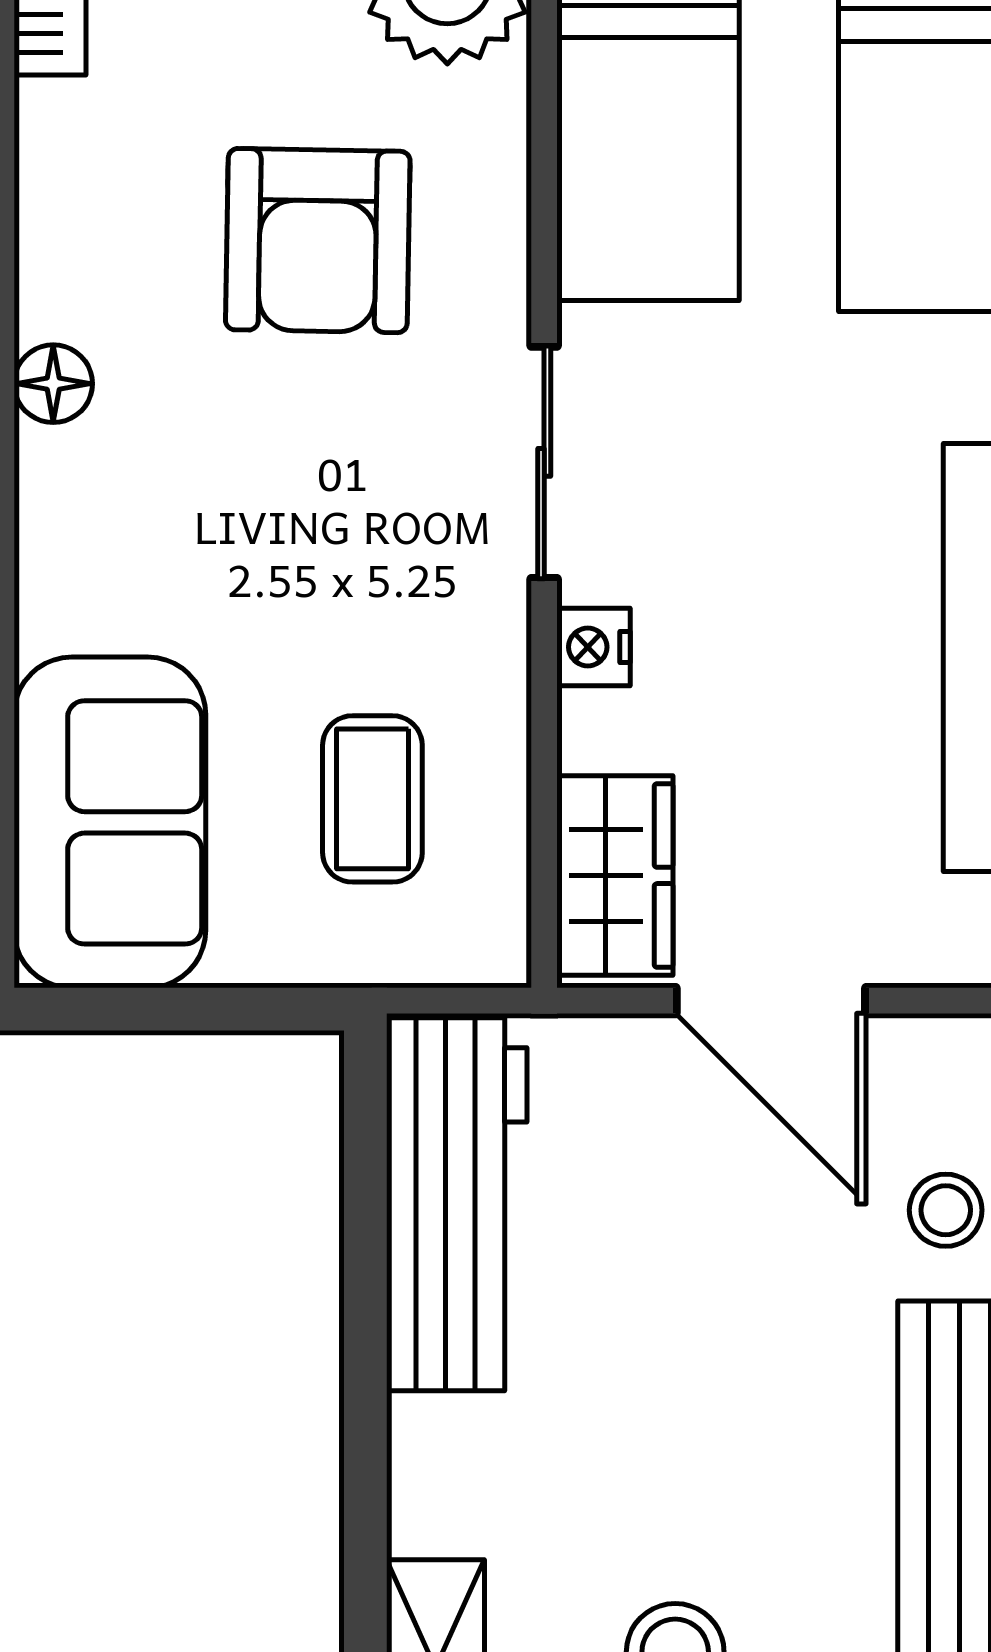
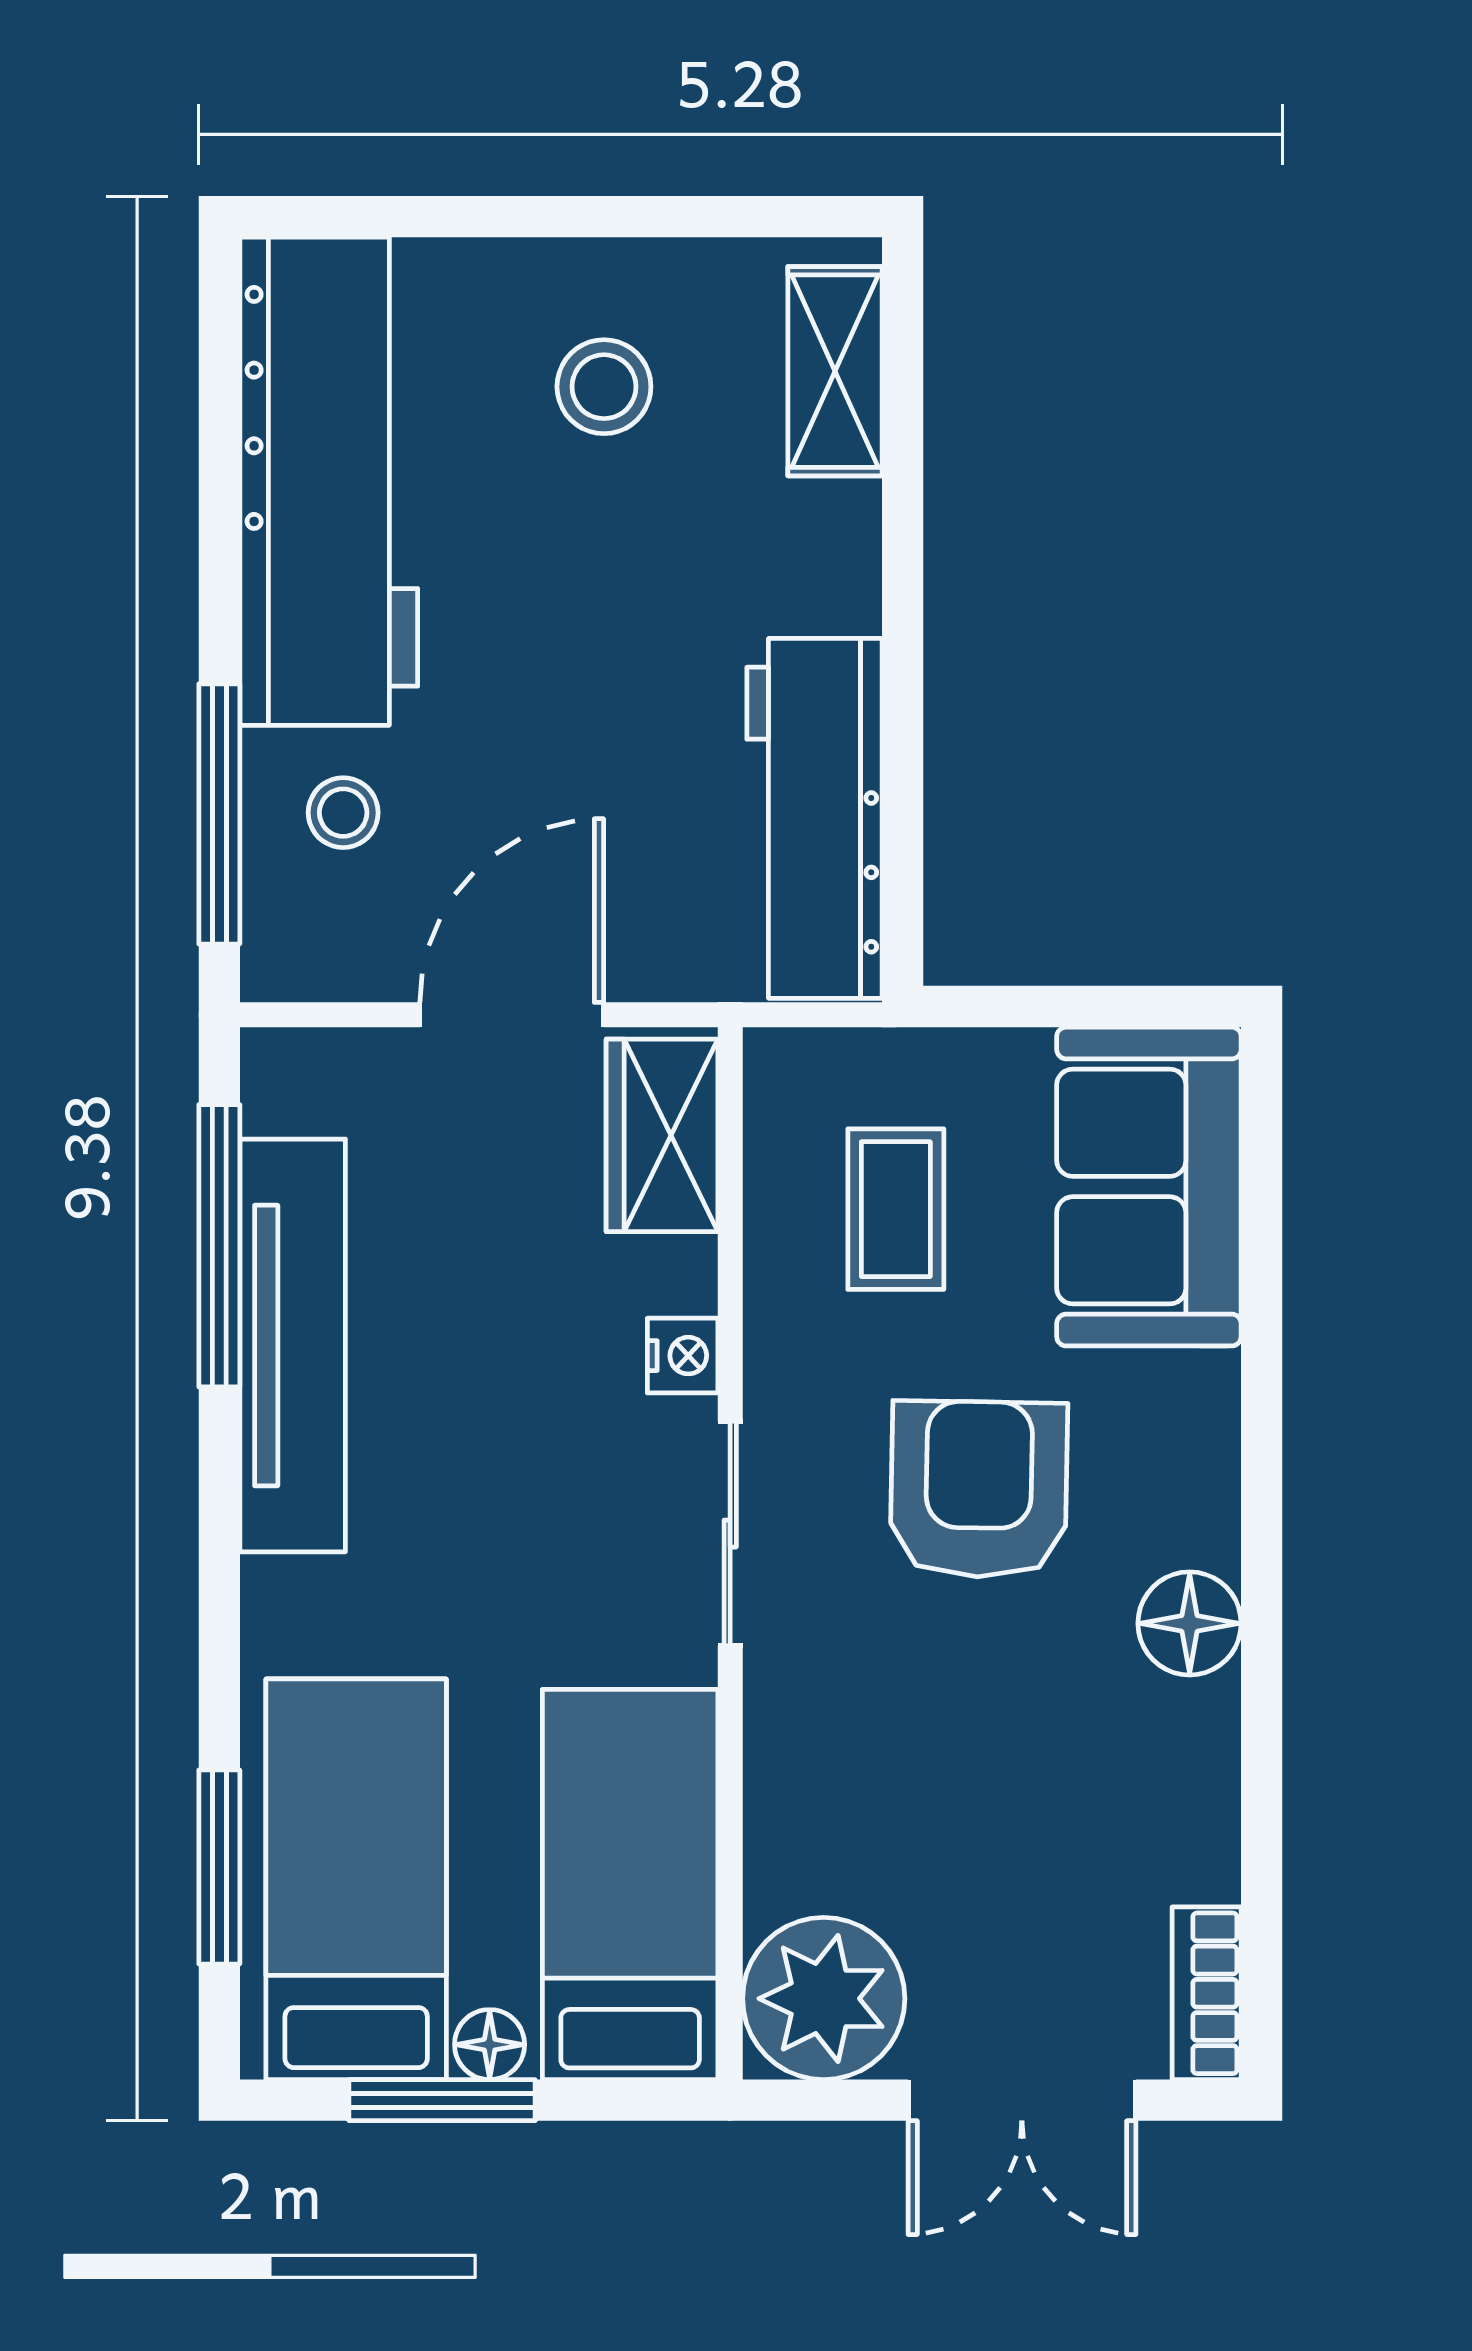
armchair: (318, 241) -> (979, 1489), moved
floor lamp: (53, 384) -> (1190, 1623), width x1.37, depth x1.37
door: (771, 1001) -> (512, 1015), hinge flipped

